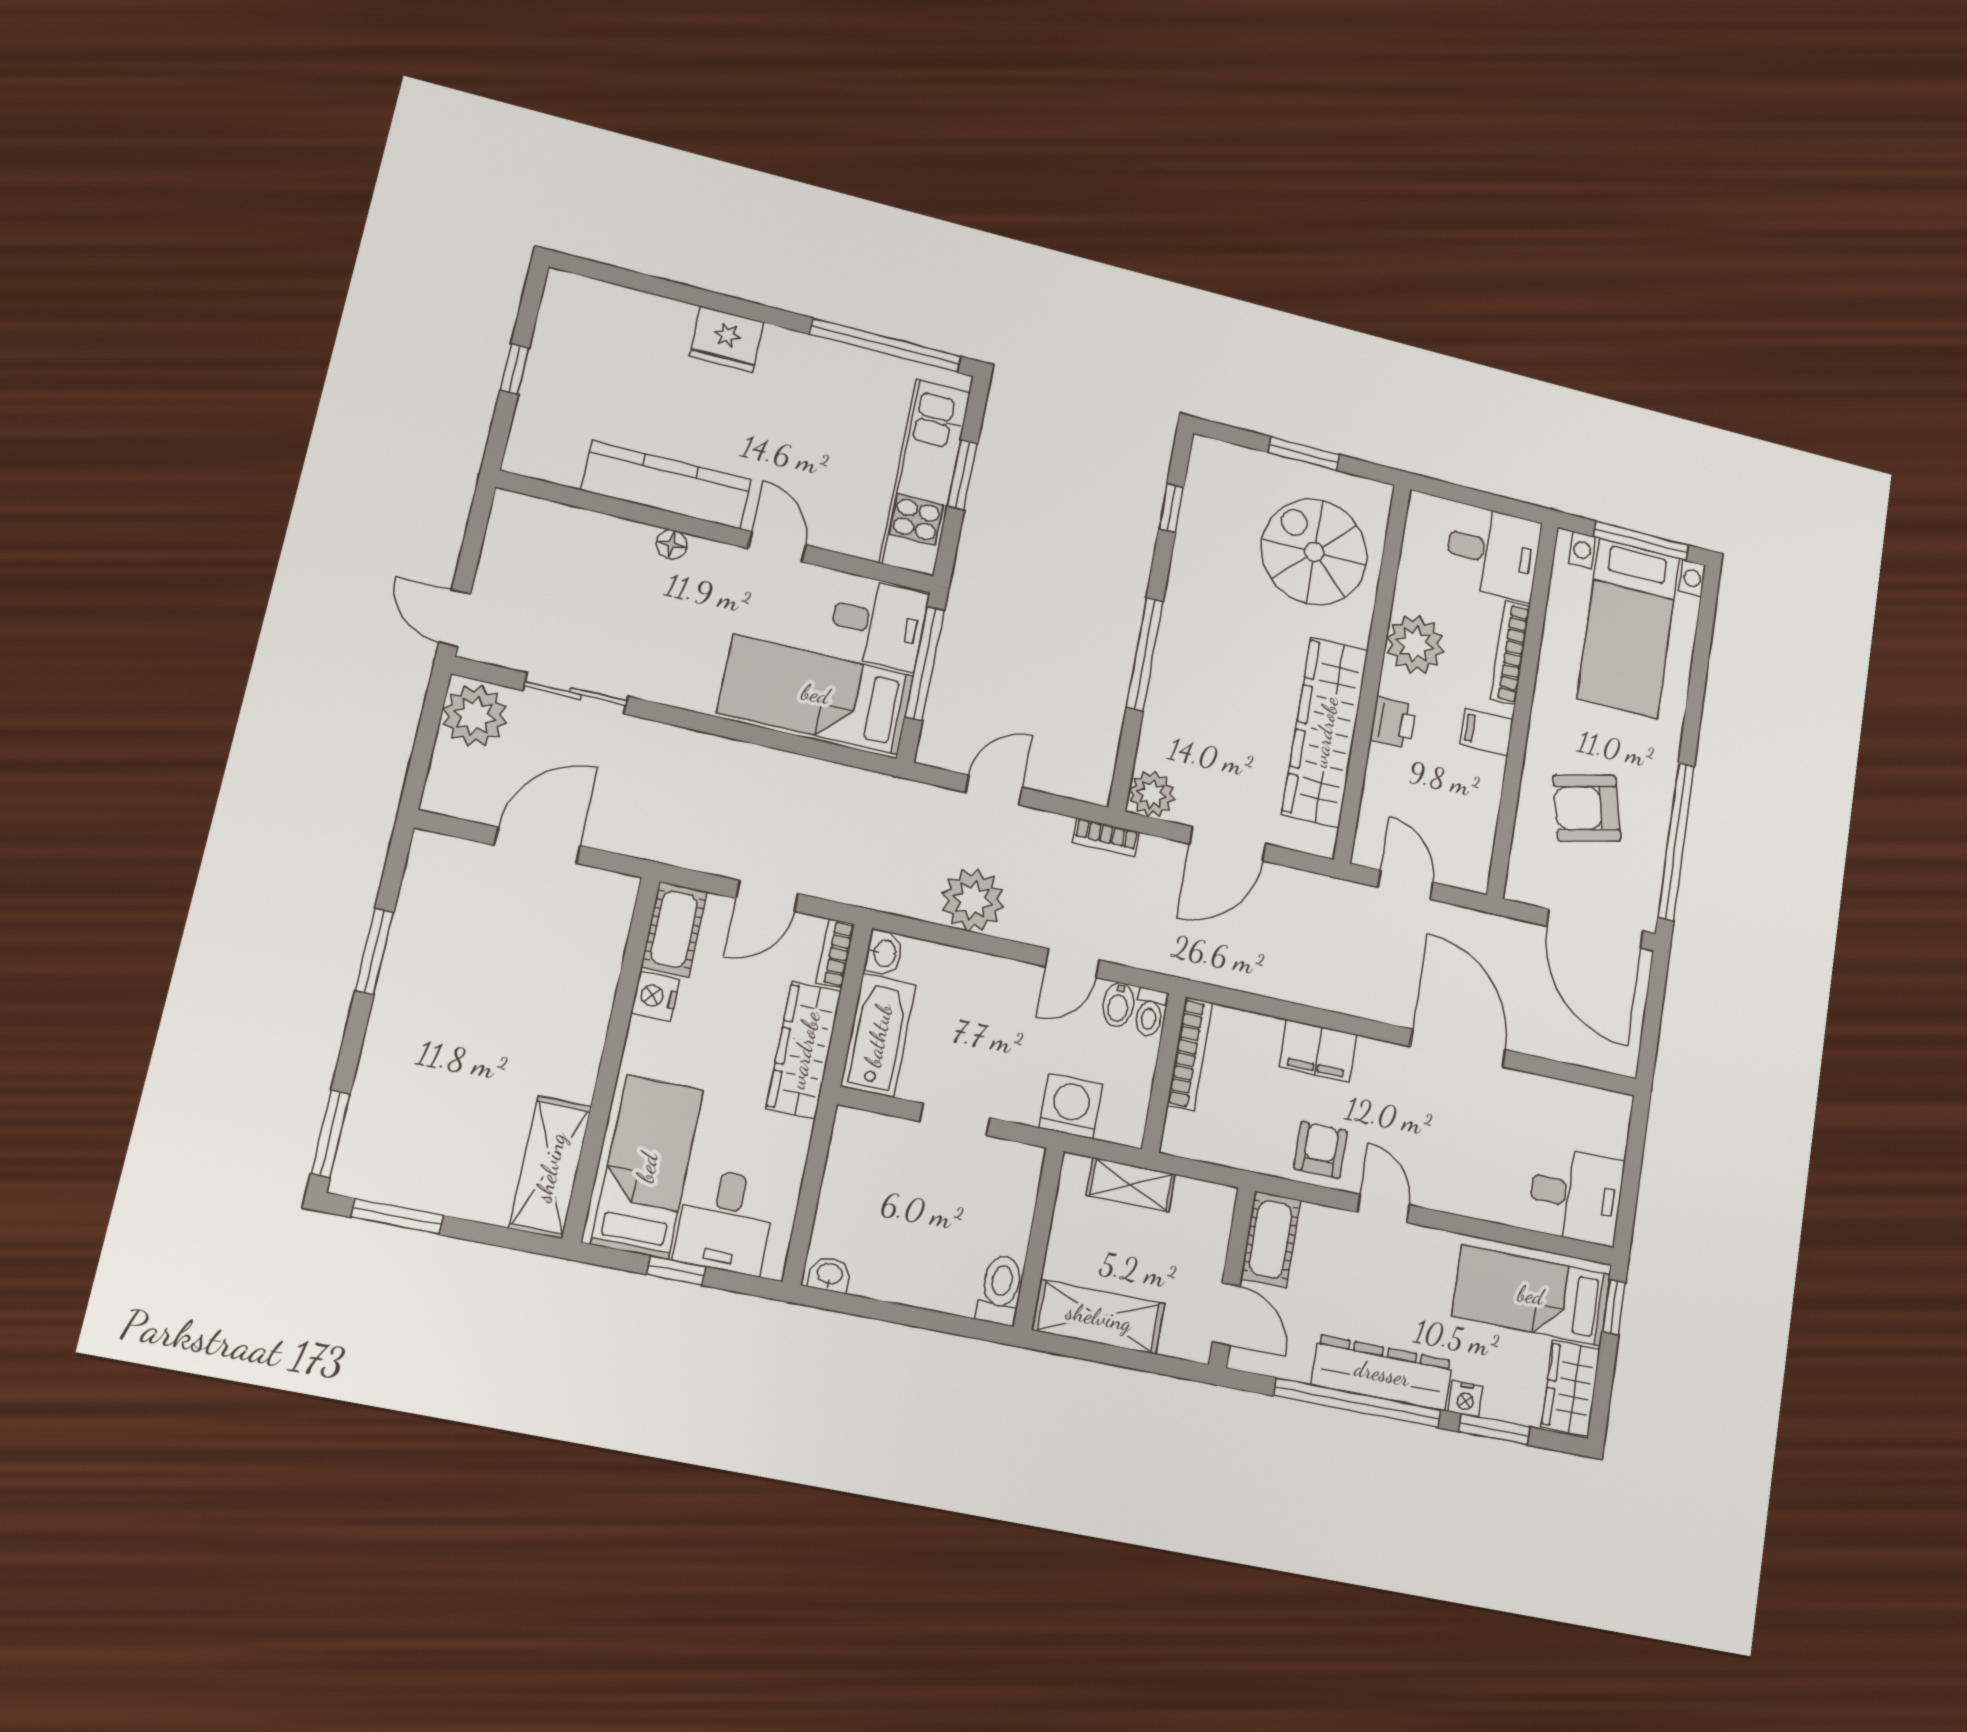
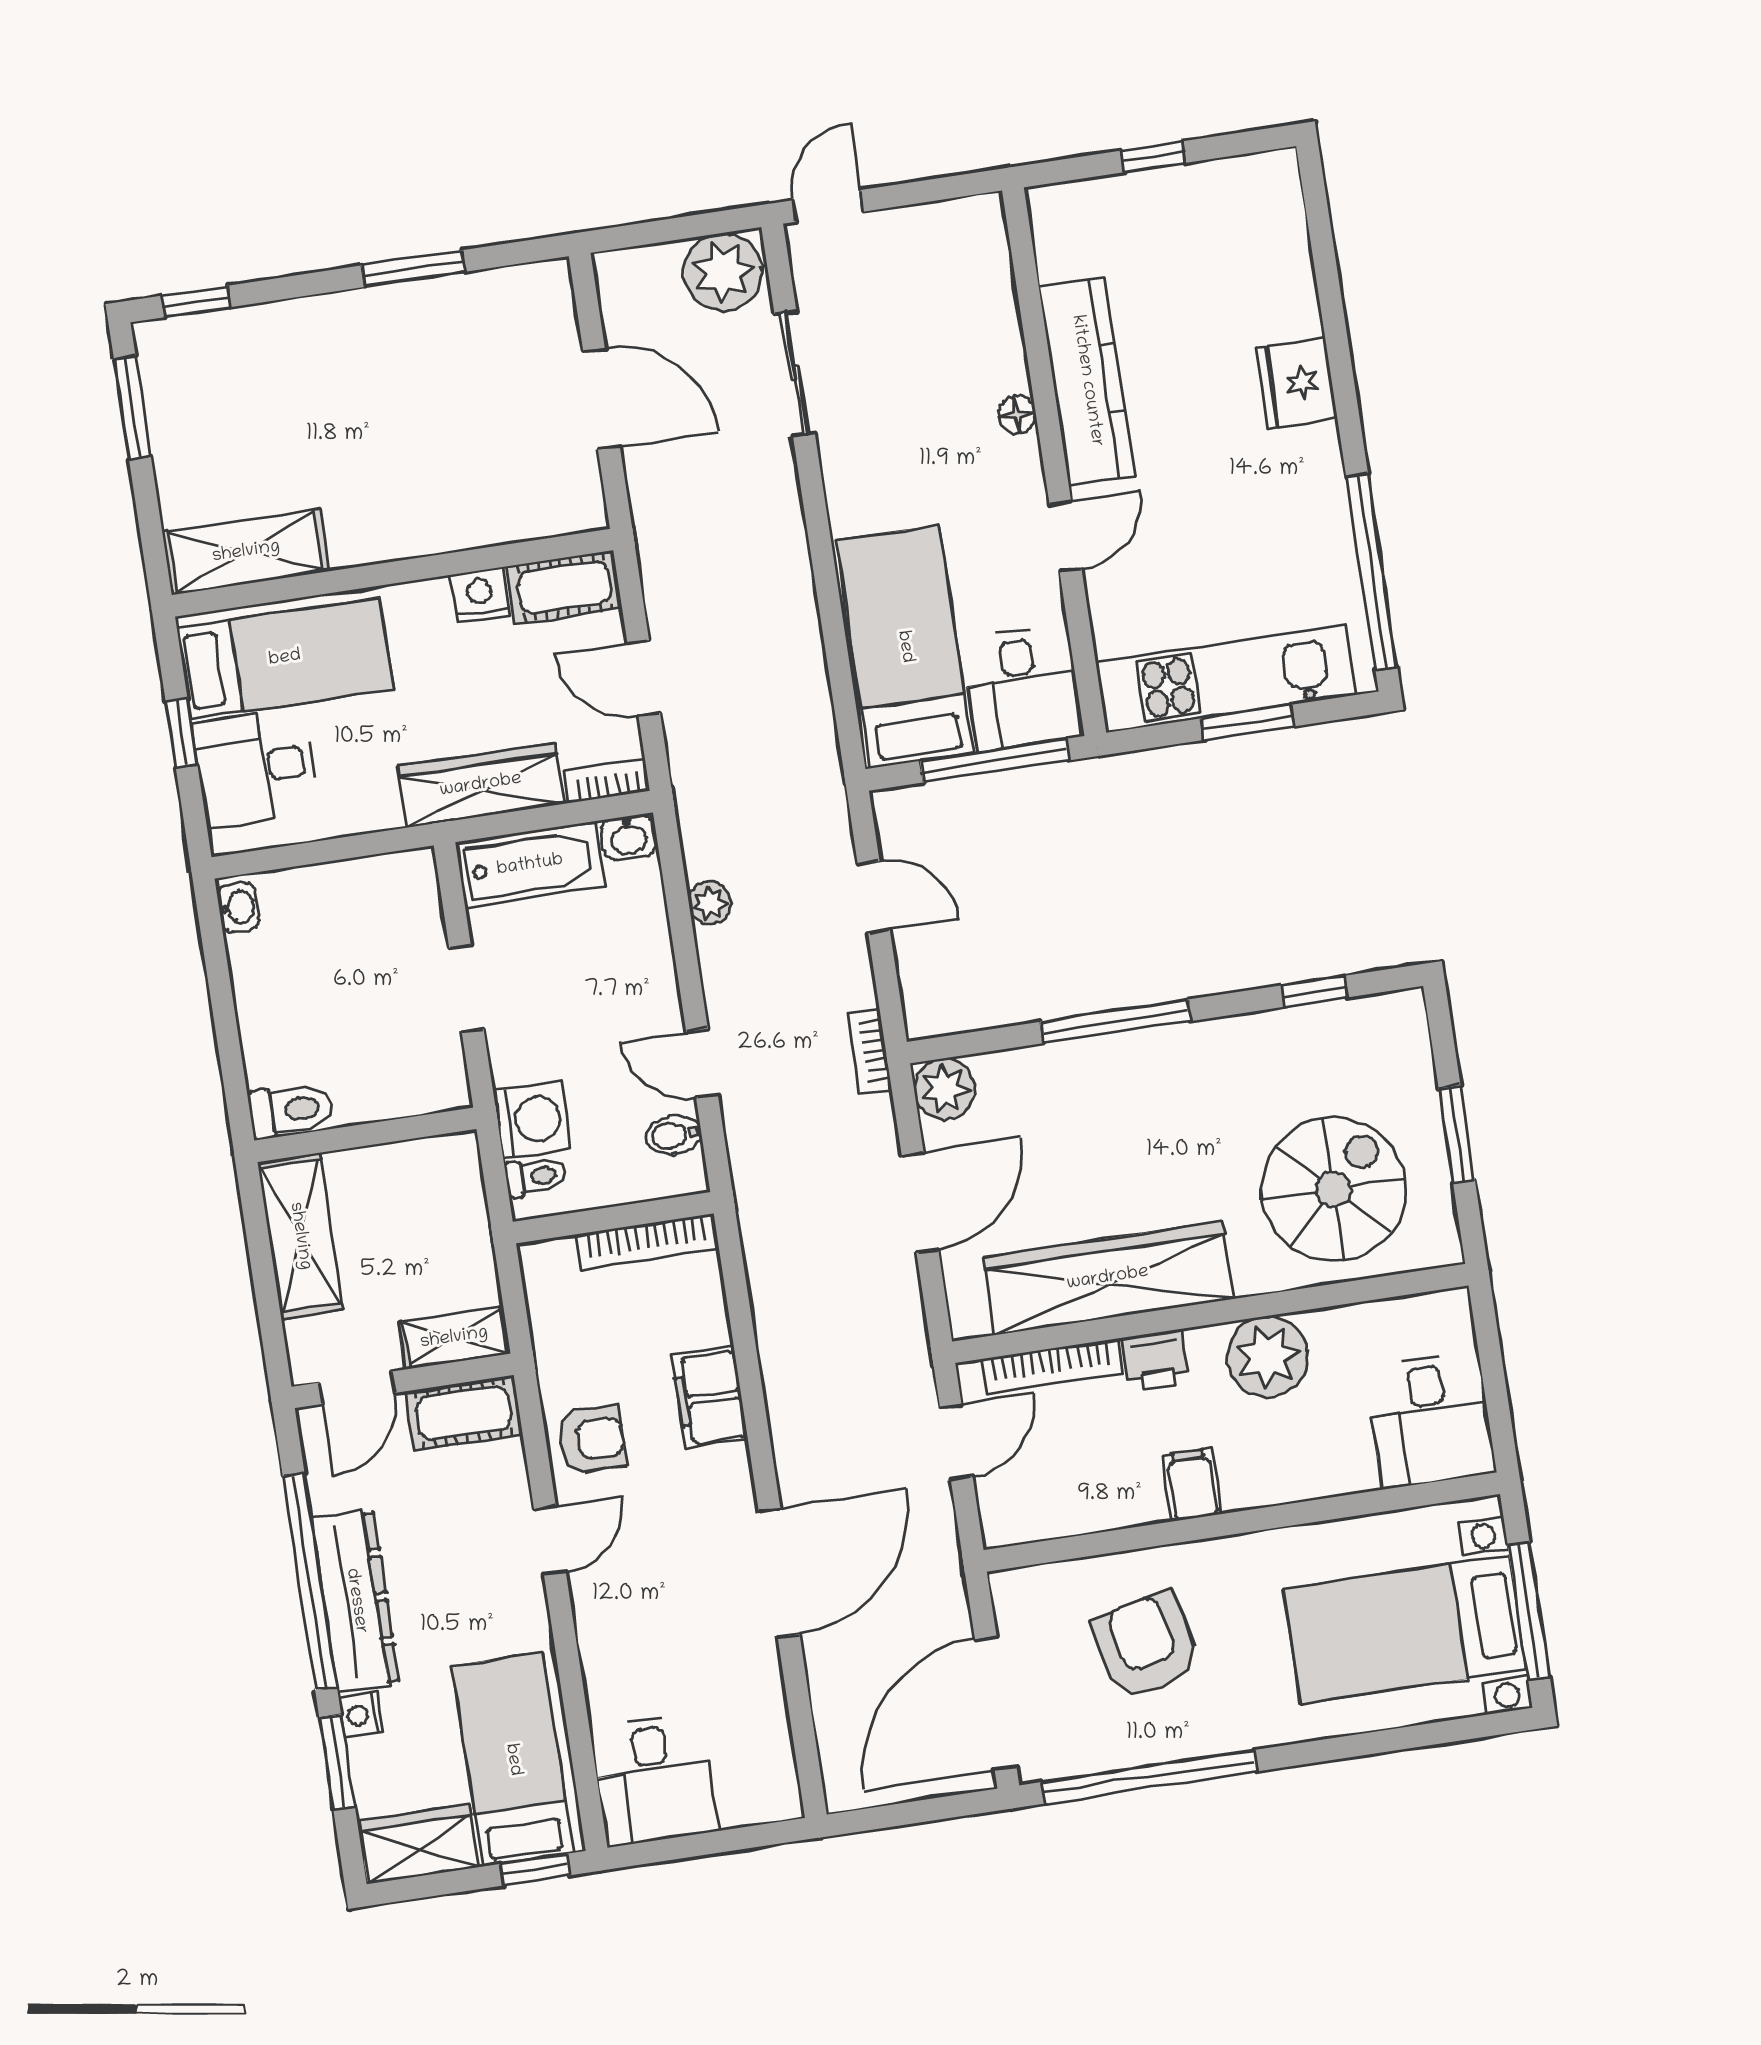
bookcase: (1510, 653) -> (1052, 1366), moved, turned 180
door: (1227, 844) -> (920, 1202), swing flipped
plant: (973, 900) -> (710, 903), width x0.53, depth x0.53
toilet: (1150, 1012) -> (536, 1177), moved, turned 180
window: (331, 1134) -> (196, 301), width x0.67
shelving: (1131, 1185) -> (454, 1338), moved, turned 90

